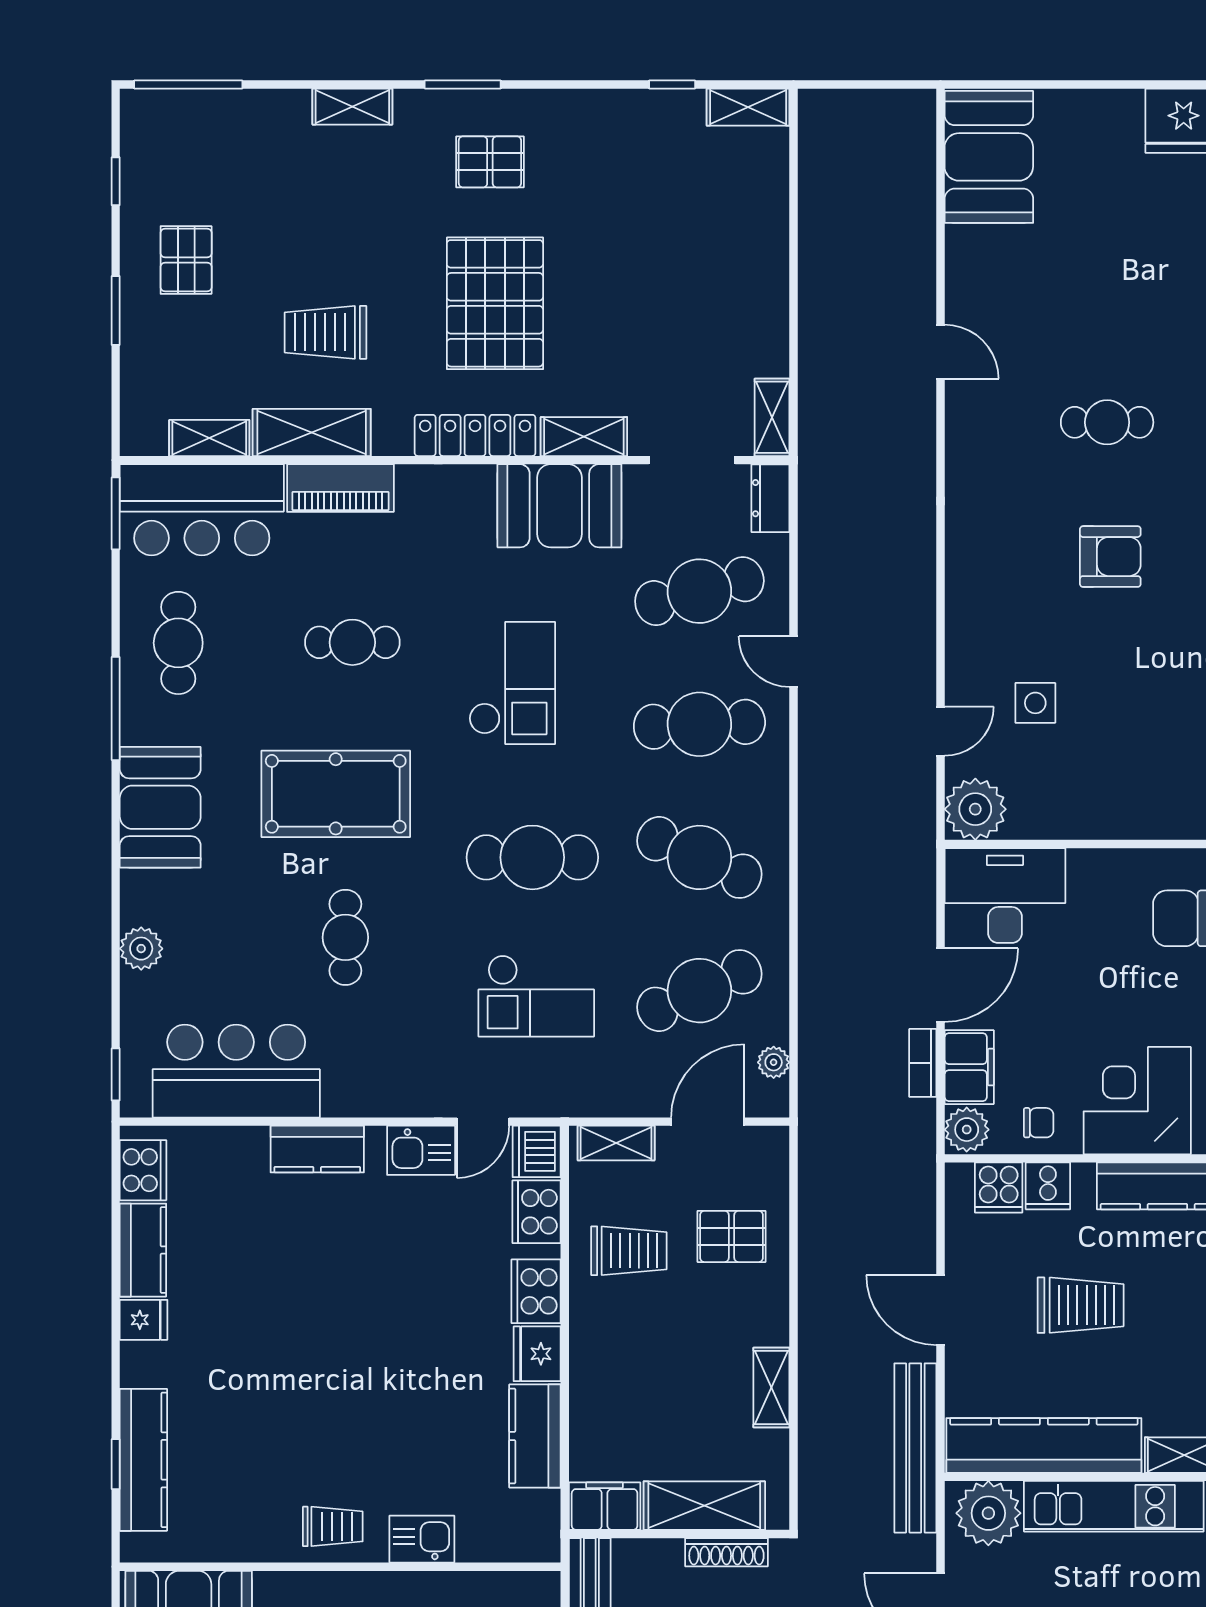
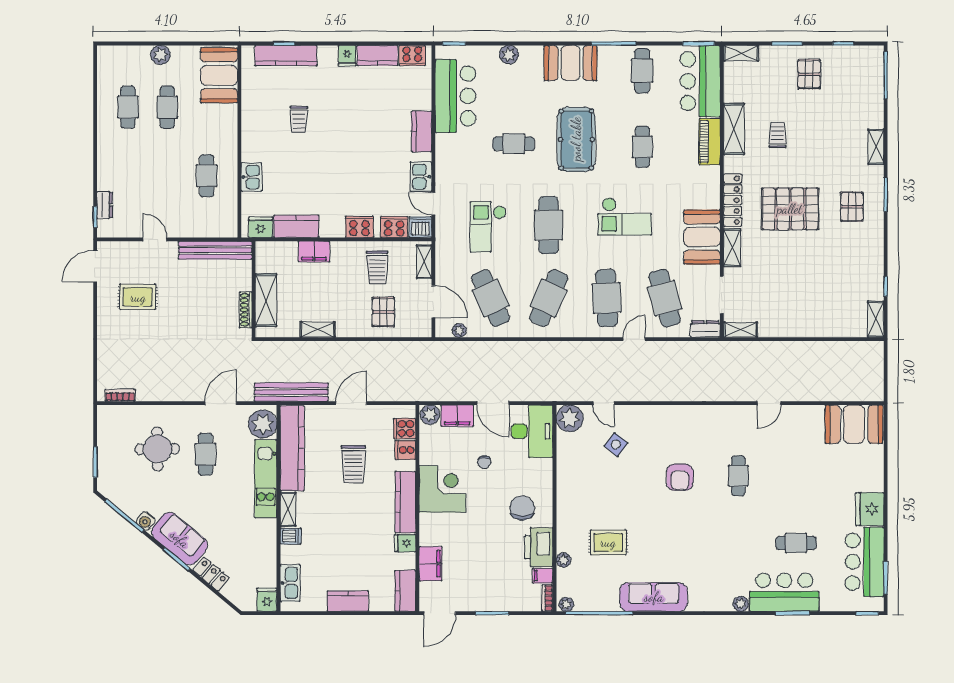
pallet: (186, 260) -> (809, 74), turned 90
trolley: (326, 332) -> (777, 135), width x0.73, depth x0.72
shelving: (209, 438) -> (741, 53), moved, turned 90
cafe table: (178, 643) -> (642, 71), turned 90
side table: (1035, 703) -> (616, 444), turned 38
bookcase: (923, 1063) -> (459, 395), removed
chair: (1039, 1123) -> (484, 462), moved
fridge: (537, 1354) -> (260, 227), moved
filing cabinet: (605, 1506) -> (314, 251), moved, turned 90
trolley: (333, 1526) -> (299, 119), moved

